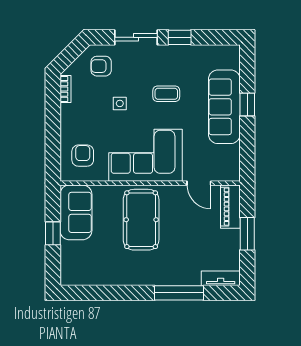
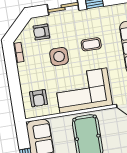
side table: (120, 103) -> (59, 57), width x1.87, depth x1.87
armchair: (83, 156) -> (38, 98), turned 180

